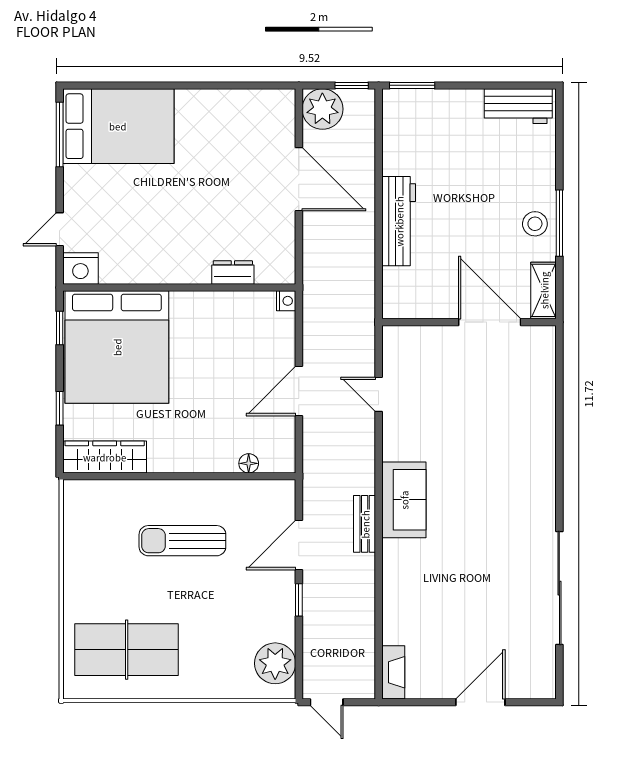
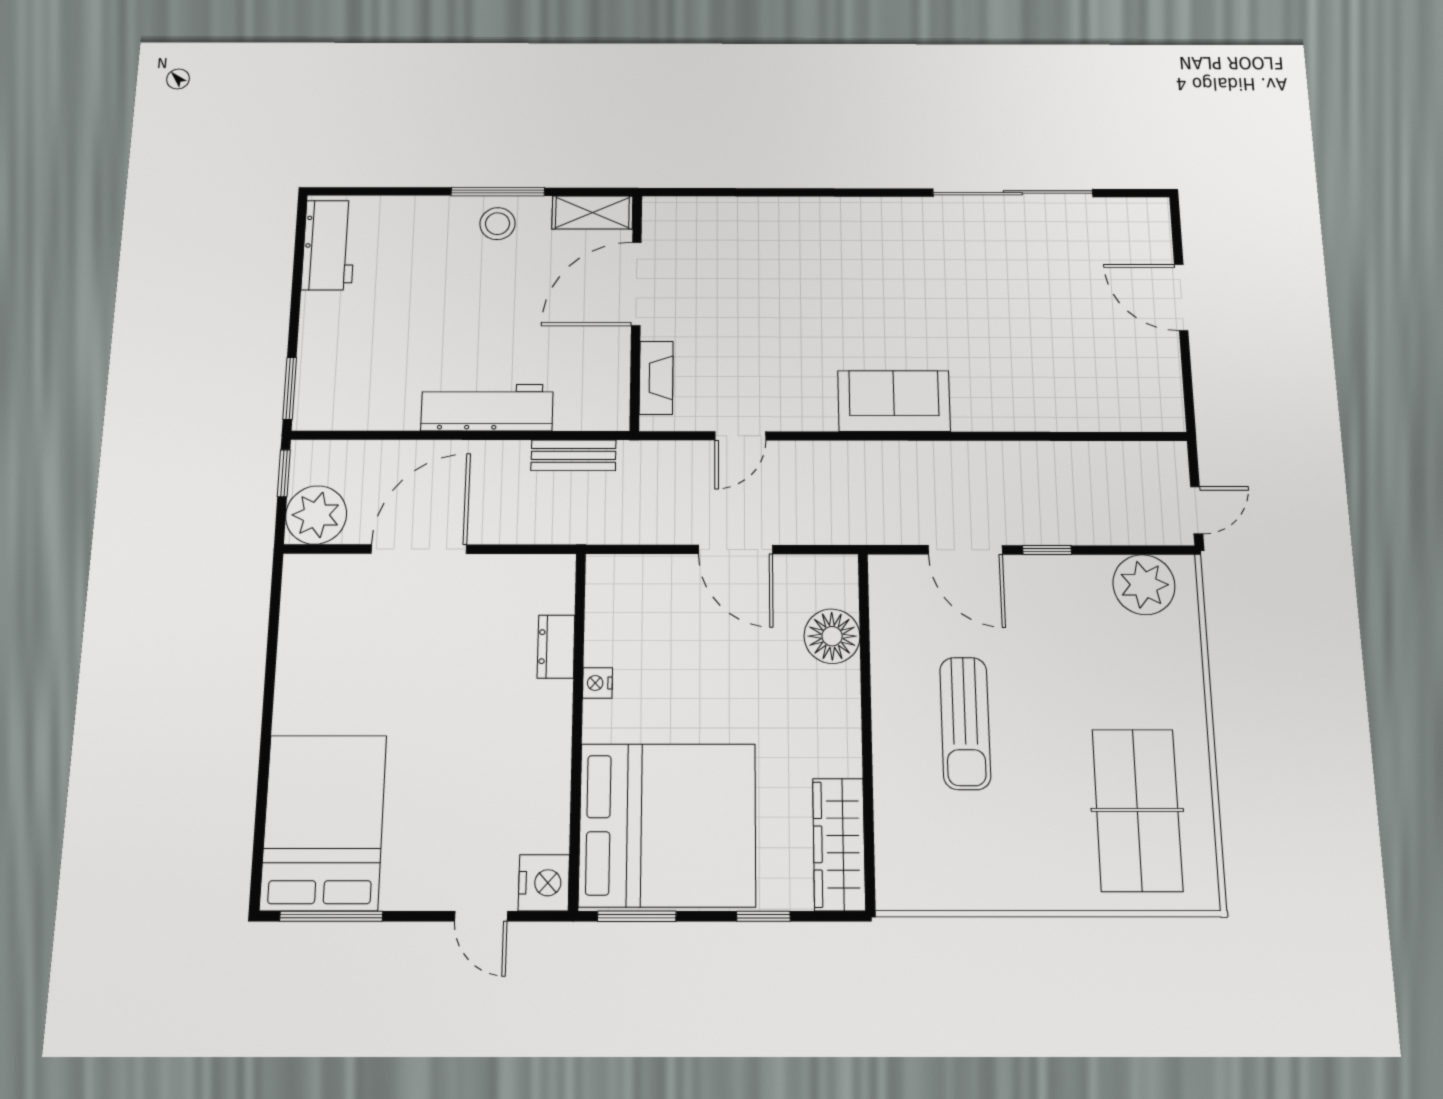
nightstand: (286, 301) -> (597, 683), moved, turned -90
window: (60, 328) -> (637, 916), width x1.50
floor lamp: (249, 463) -> (832, 636), width x1.89, depth x1.89
bench: (365, 524) -> (573, 455), moved
fireplace: (393, 672) -> (656, 378), moved, turned 90

